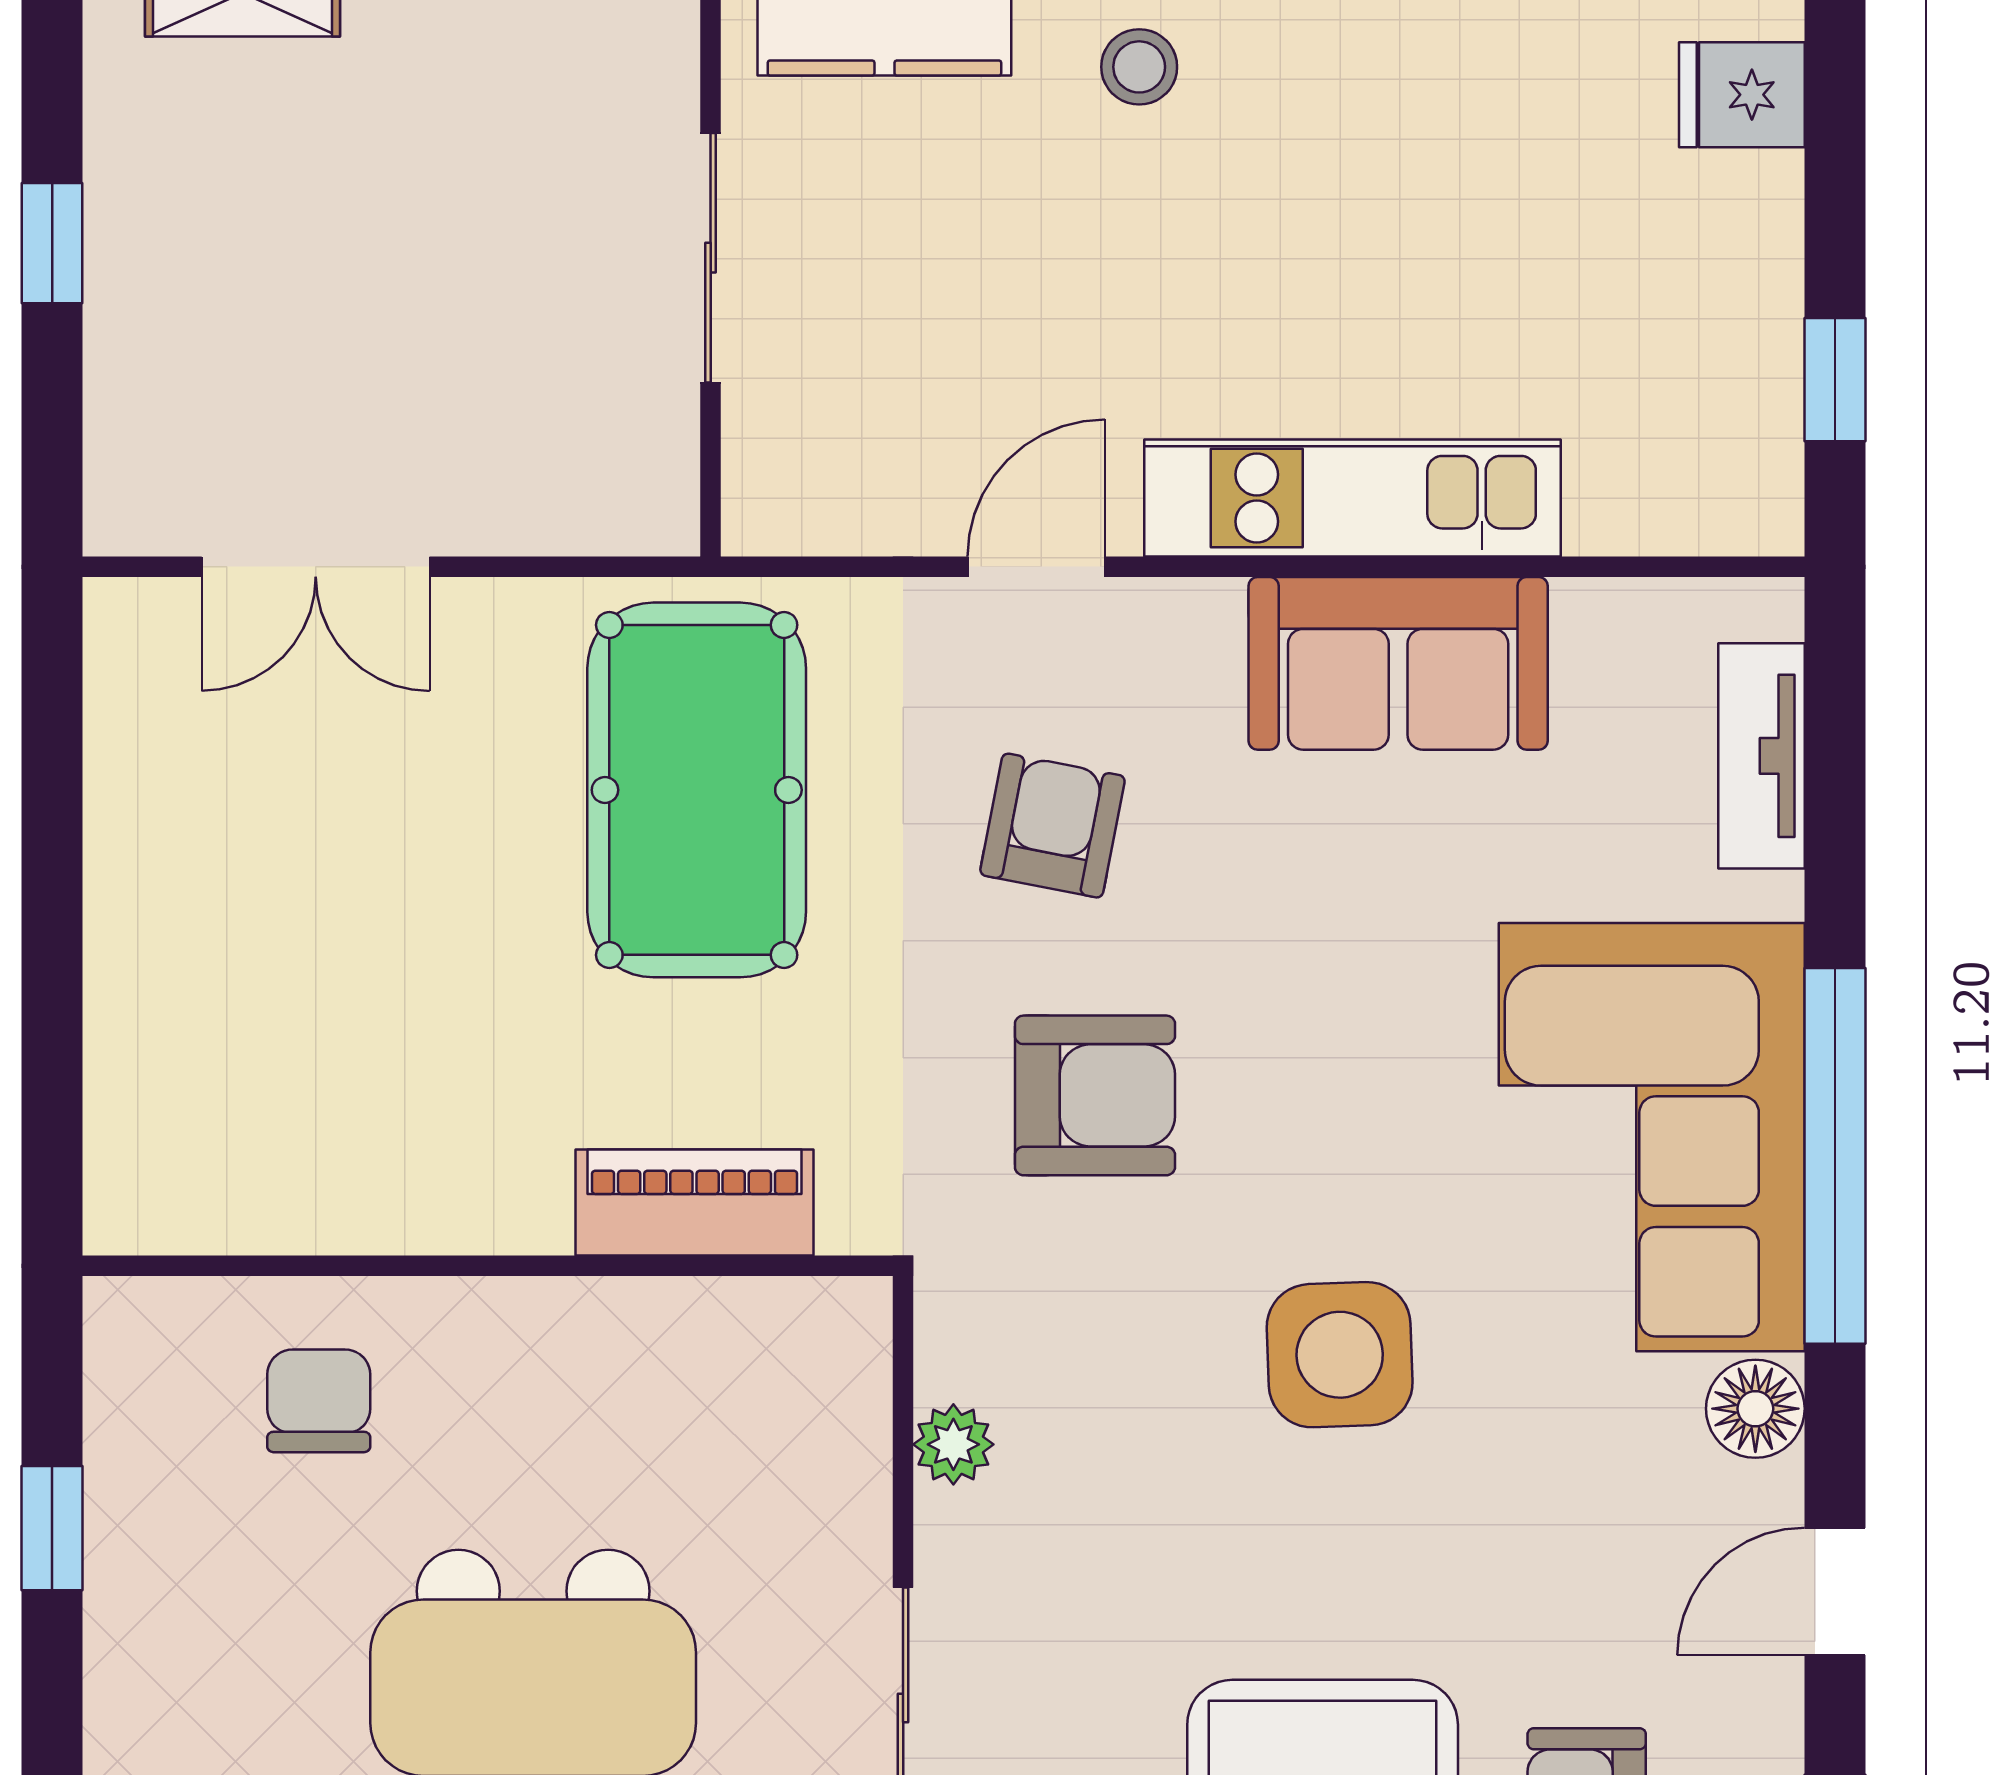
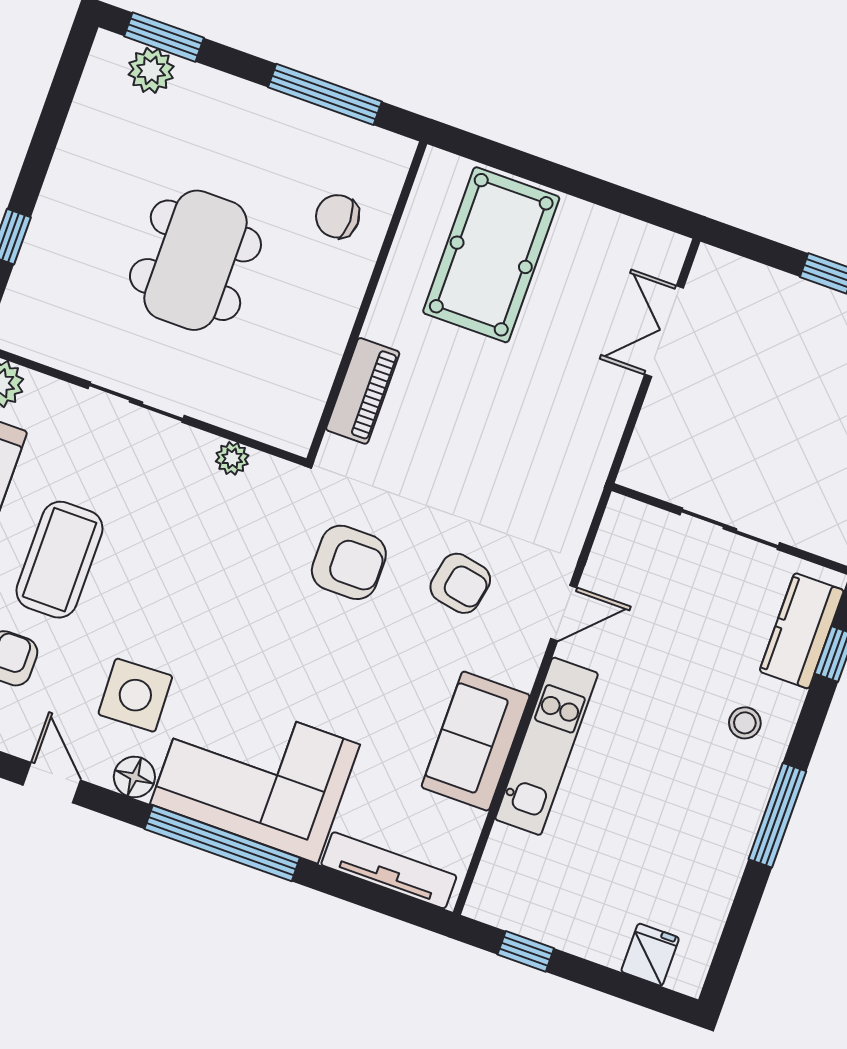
door: (1036, 567) -> (564, 613), hinge flipped
tv unit: (1762, 756) -> (389, 870), width x1.41
pool table: (697, 790) -> (491, 255), moved, turned 90
armchair: (1095, 1095) -> (349, 562), turned -90
side table: (1340, 1355) -> (135, 695), moved
chair: (319, 1401) -> (338, 216), turned 180
window: (52, 1528) -> (325, 94), width x2.17

